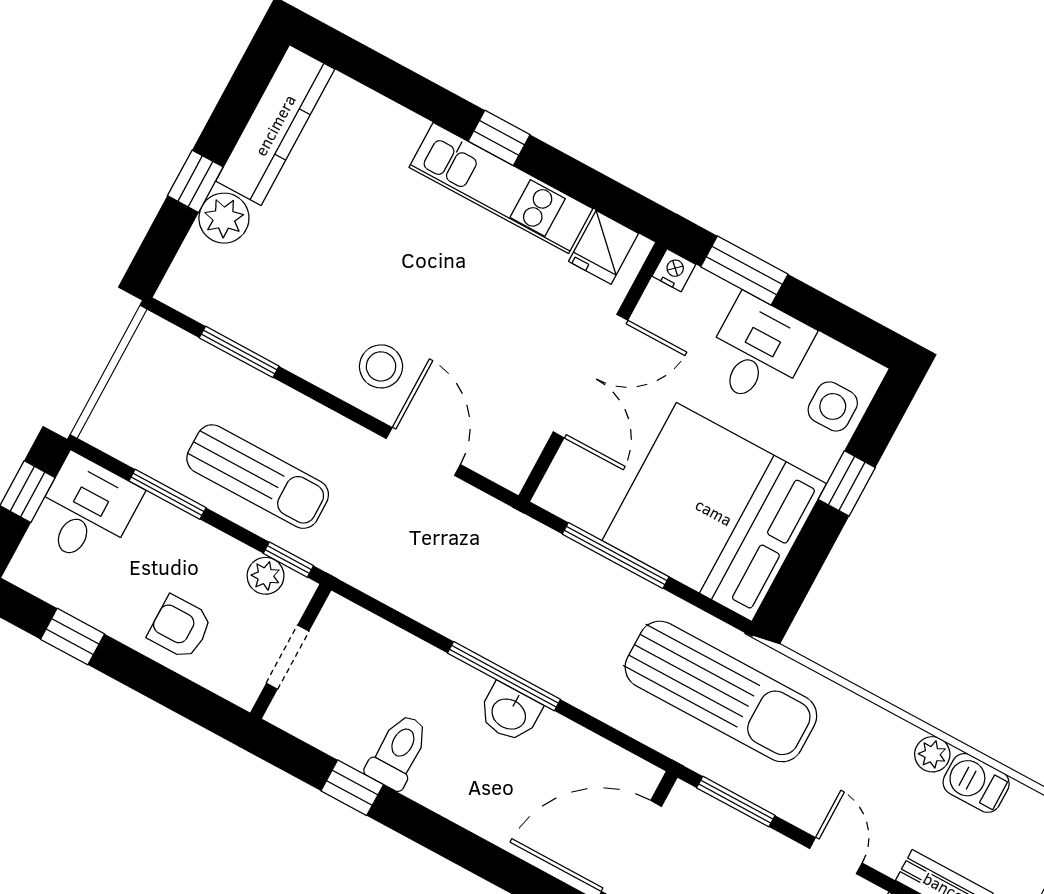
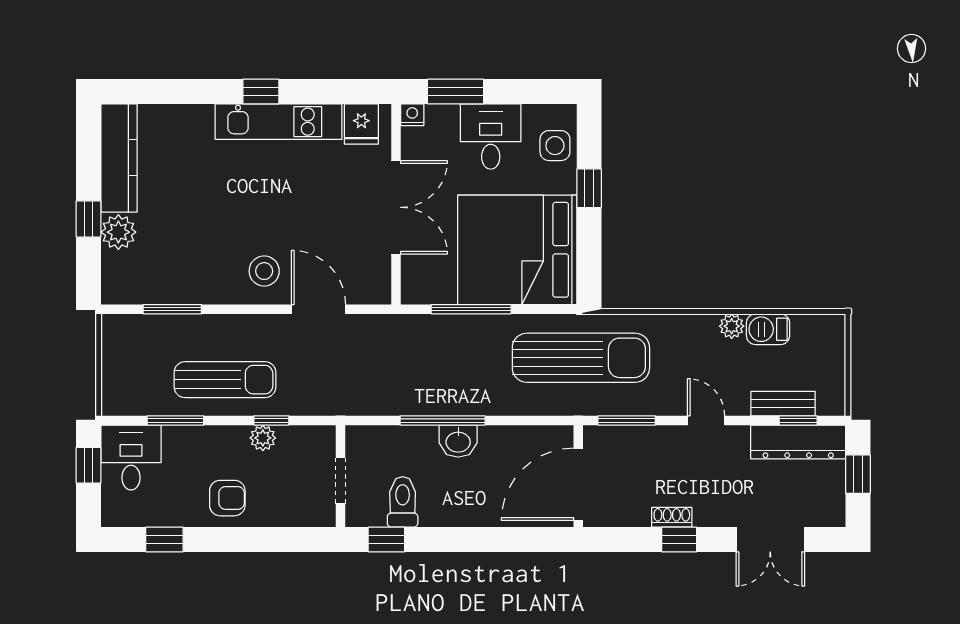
armchair: (180, 627) -> (227, 498), turned 180
wall: (291, 651) -> (340, 476), moved
doorway: (288, 657) -> (340, 481), moved

